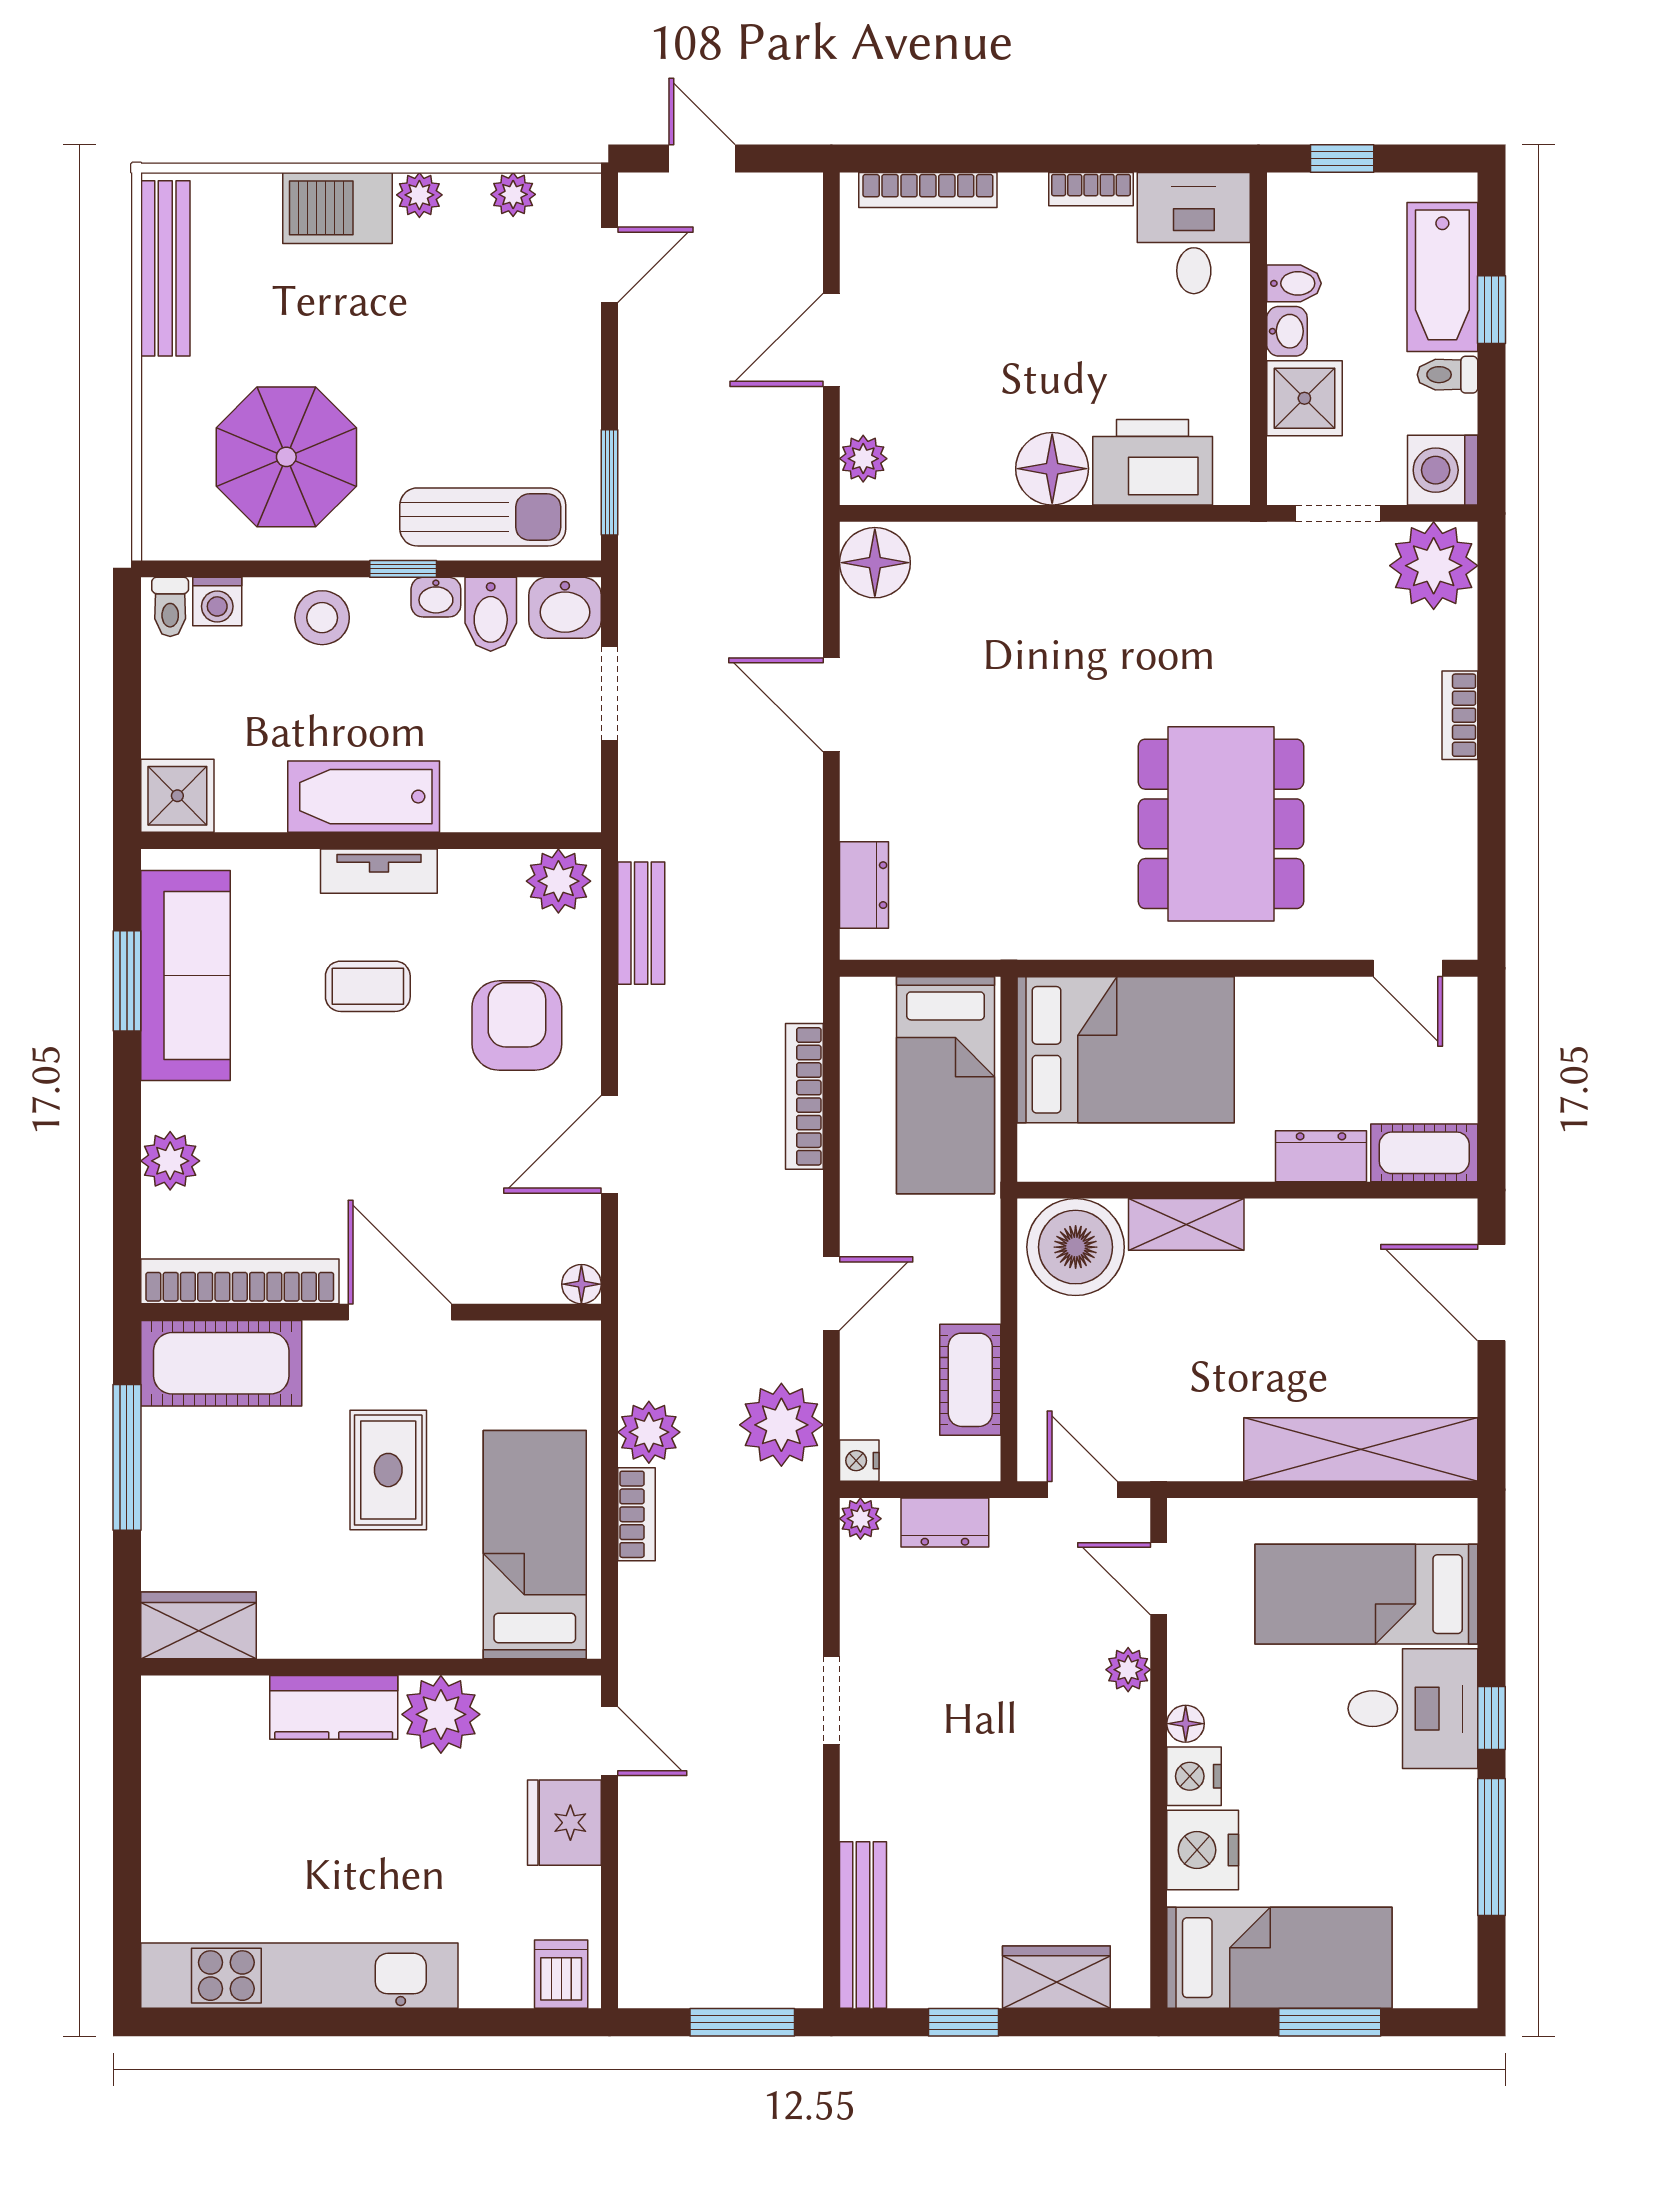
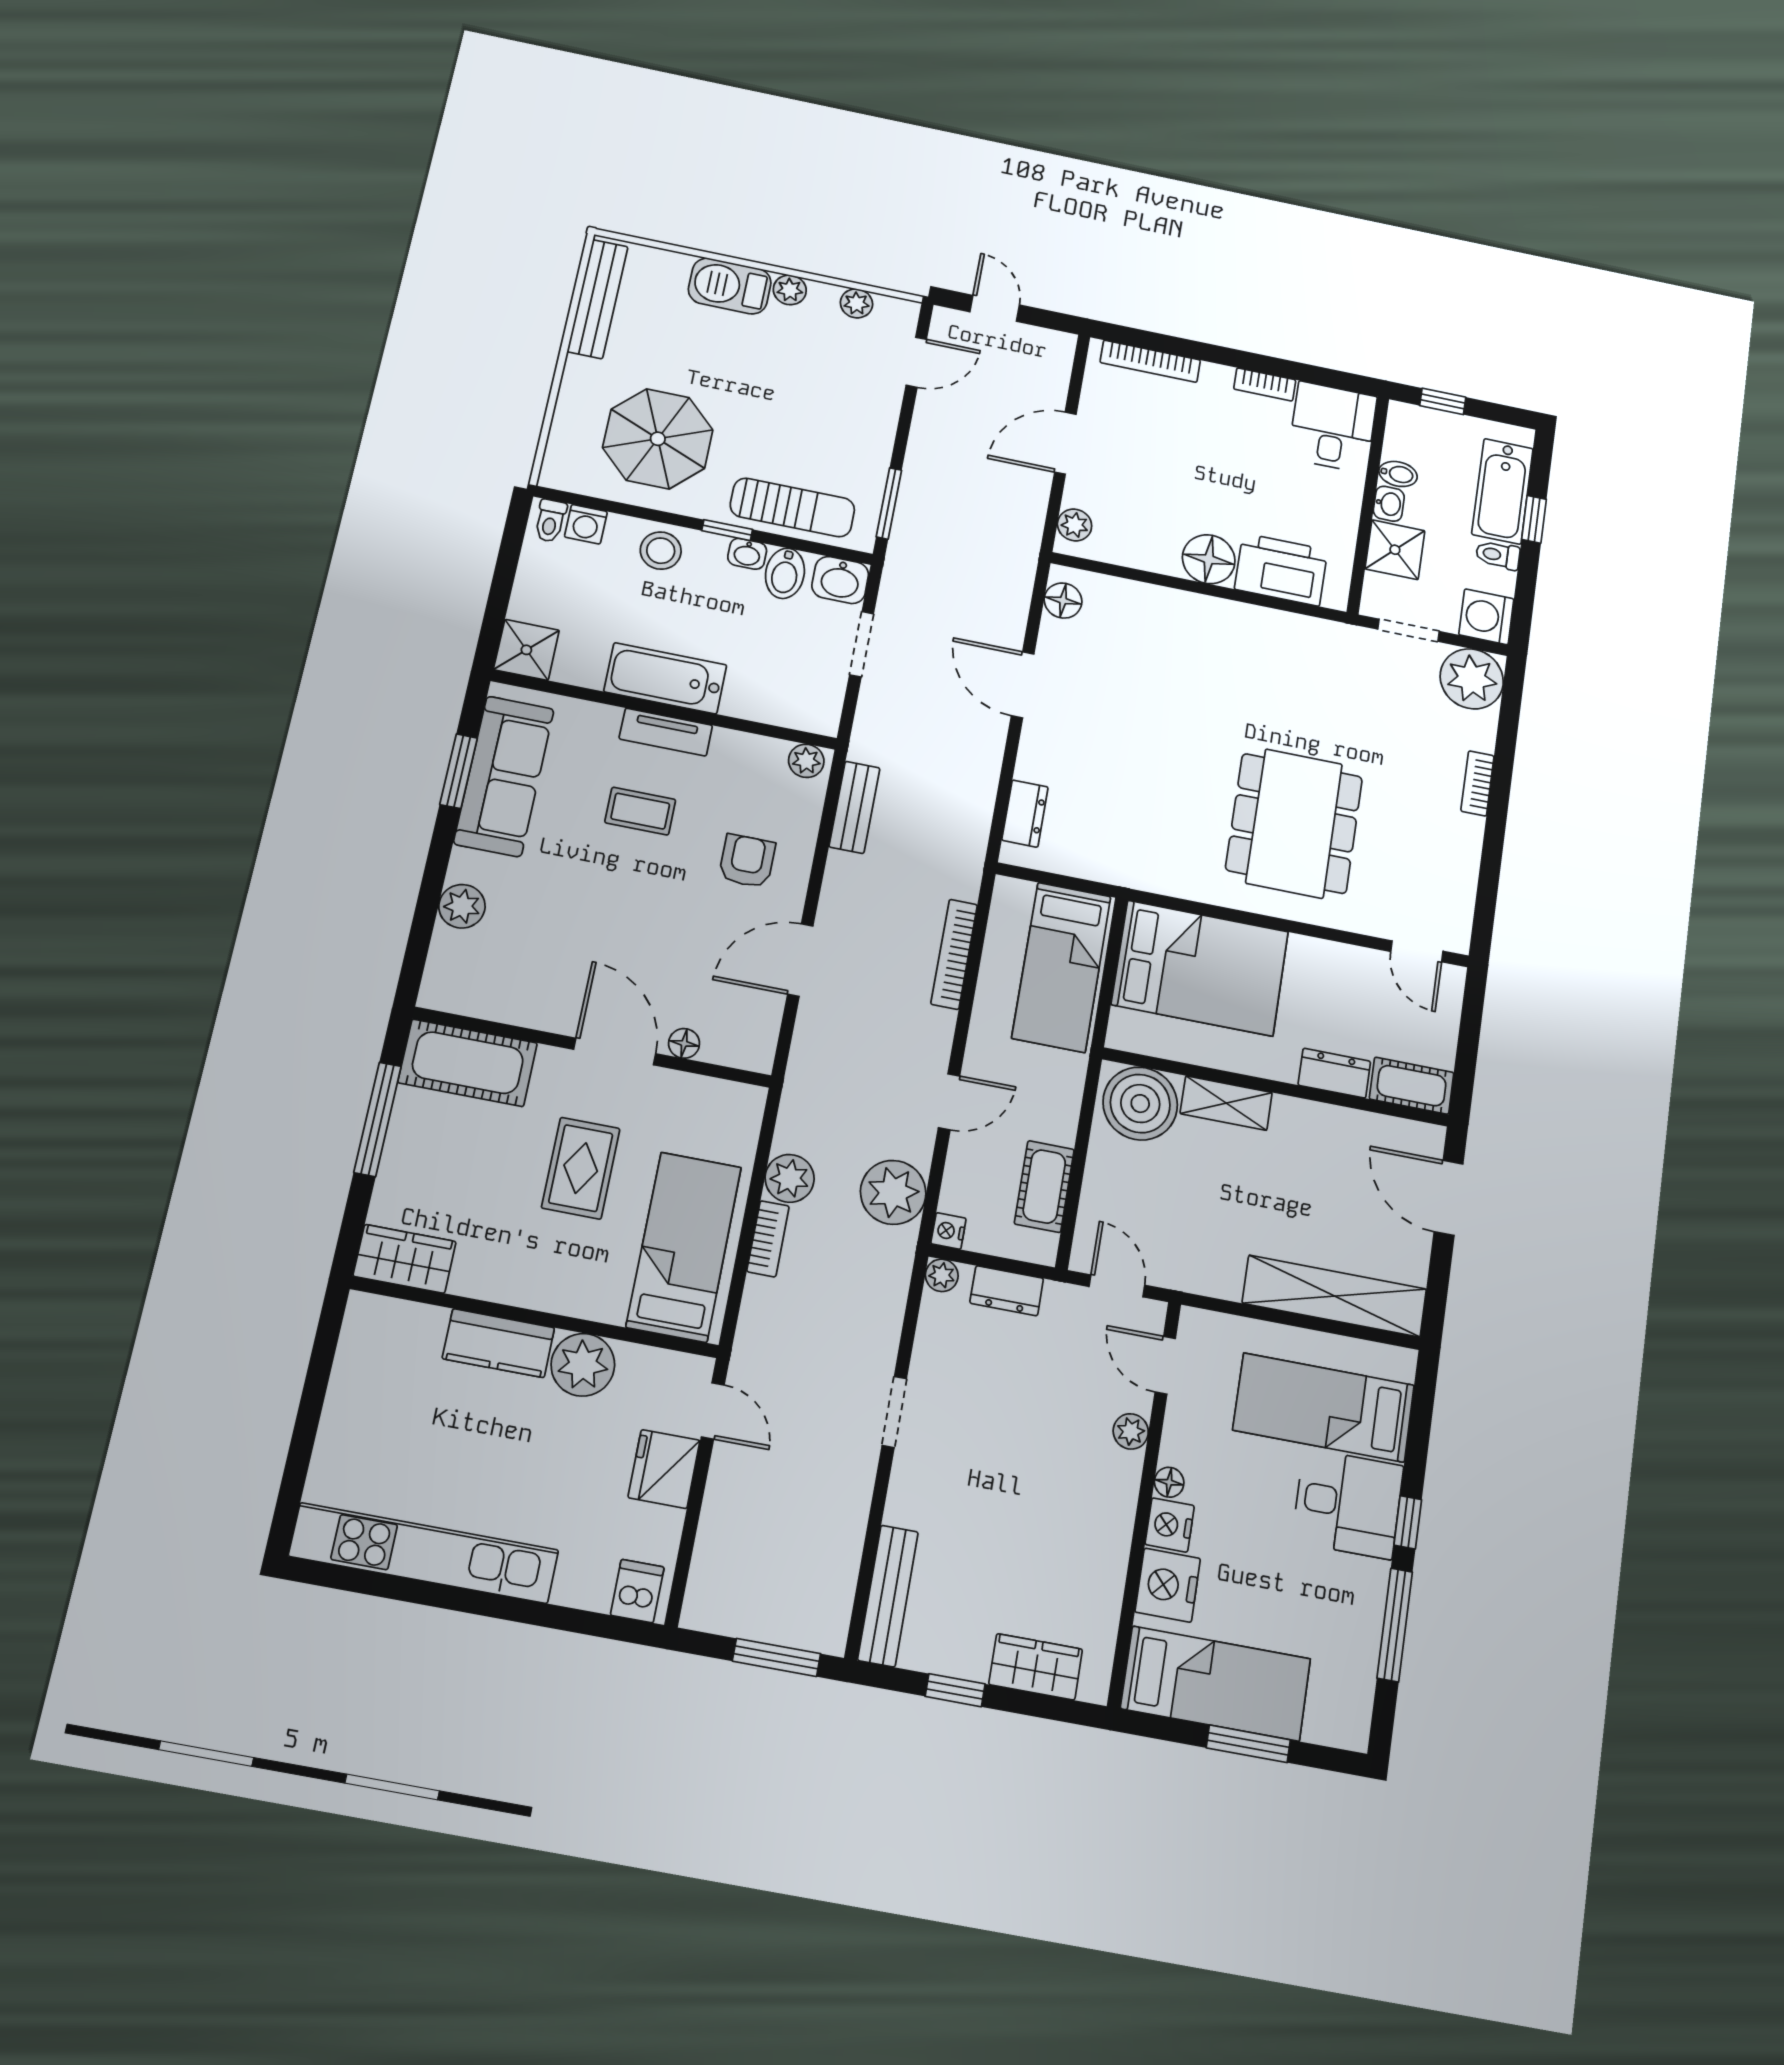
floor lamp: (875, 563) -> (1063, 601), width x0.73, depth x0.73
plant: (558, 881) -> (806, 761), width x0.73, depth x0.73
armchair: (517, 1026) -> (747, 861), width x0.72, depth x0.72
bookcase: (240, 1281) -> (496, 1005), removed
floor lamp: (581, 1284) -> (684, 1043), moved

